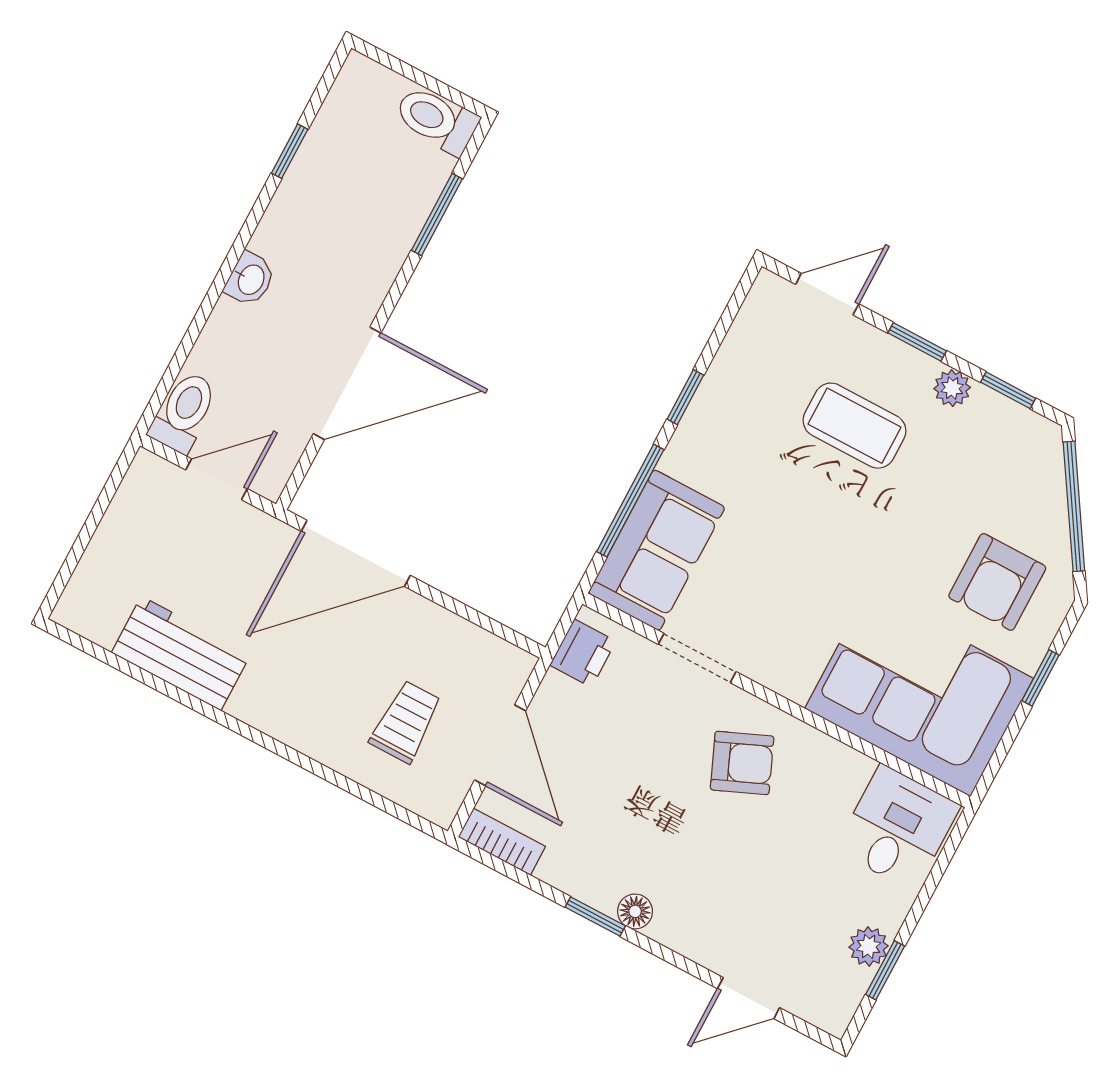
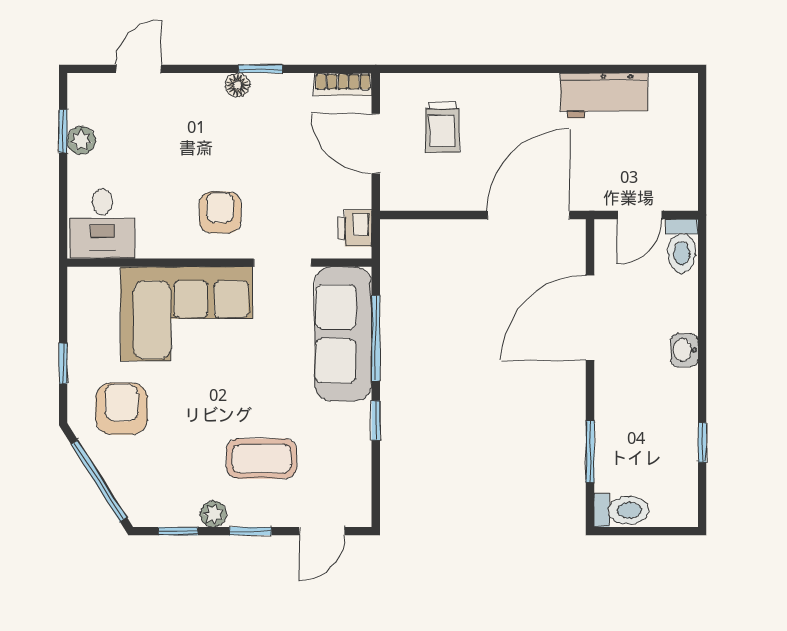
sofa: (657, 550) -> (343, 334), width x1.36
corner sofa: (919, 693) -> (187, 314), moved
armchair: (742, 763) -> (220, 212), turned 113

